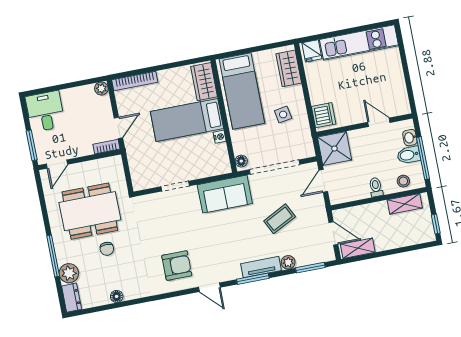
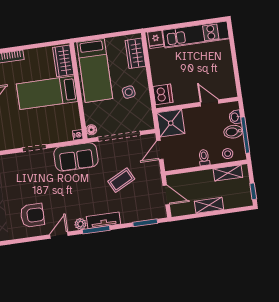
nightstand: (220, 137) -> (78, 135), moved
shelving: (358, 248) -> (209, 205), moved
plant: (288, 262) -> (80, 224), moved
door: (209, 287) -> (59, 235), swing flipped

